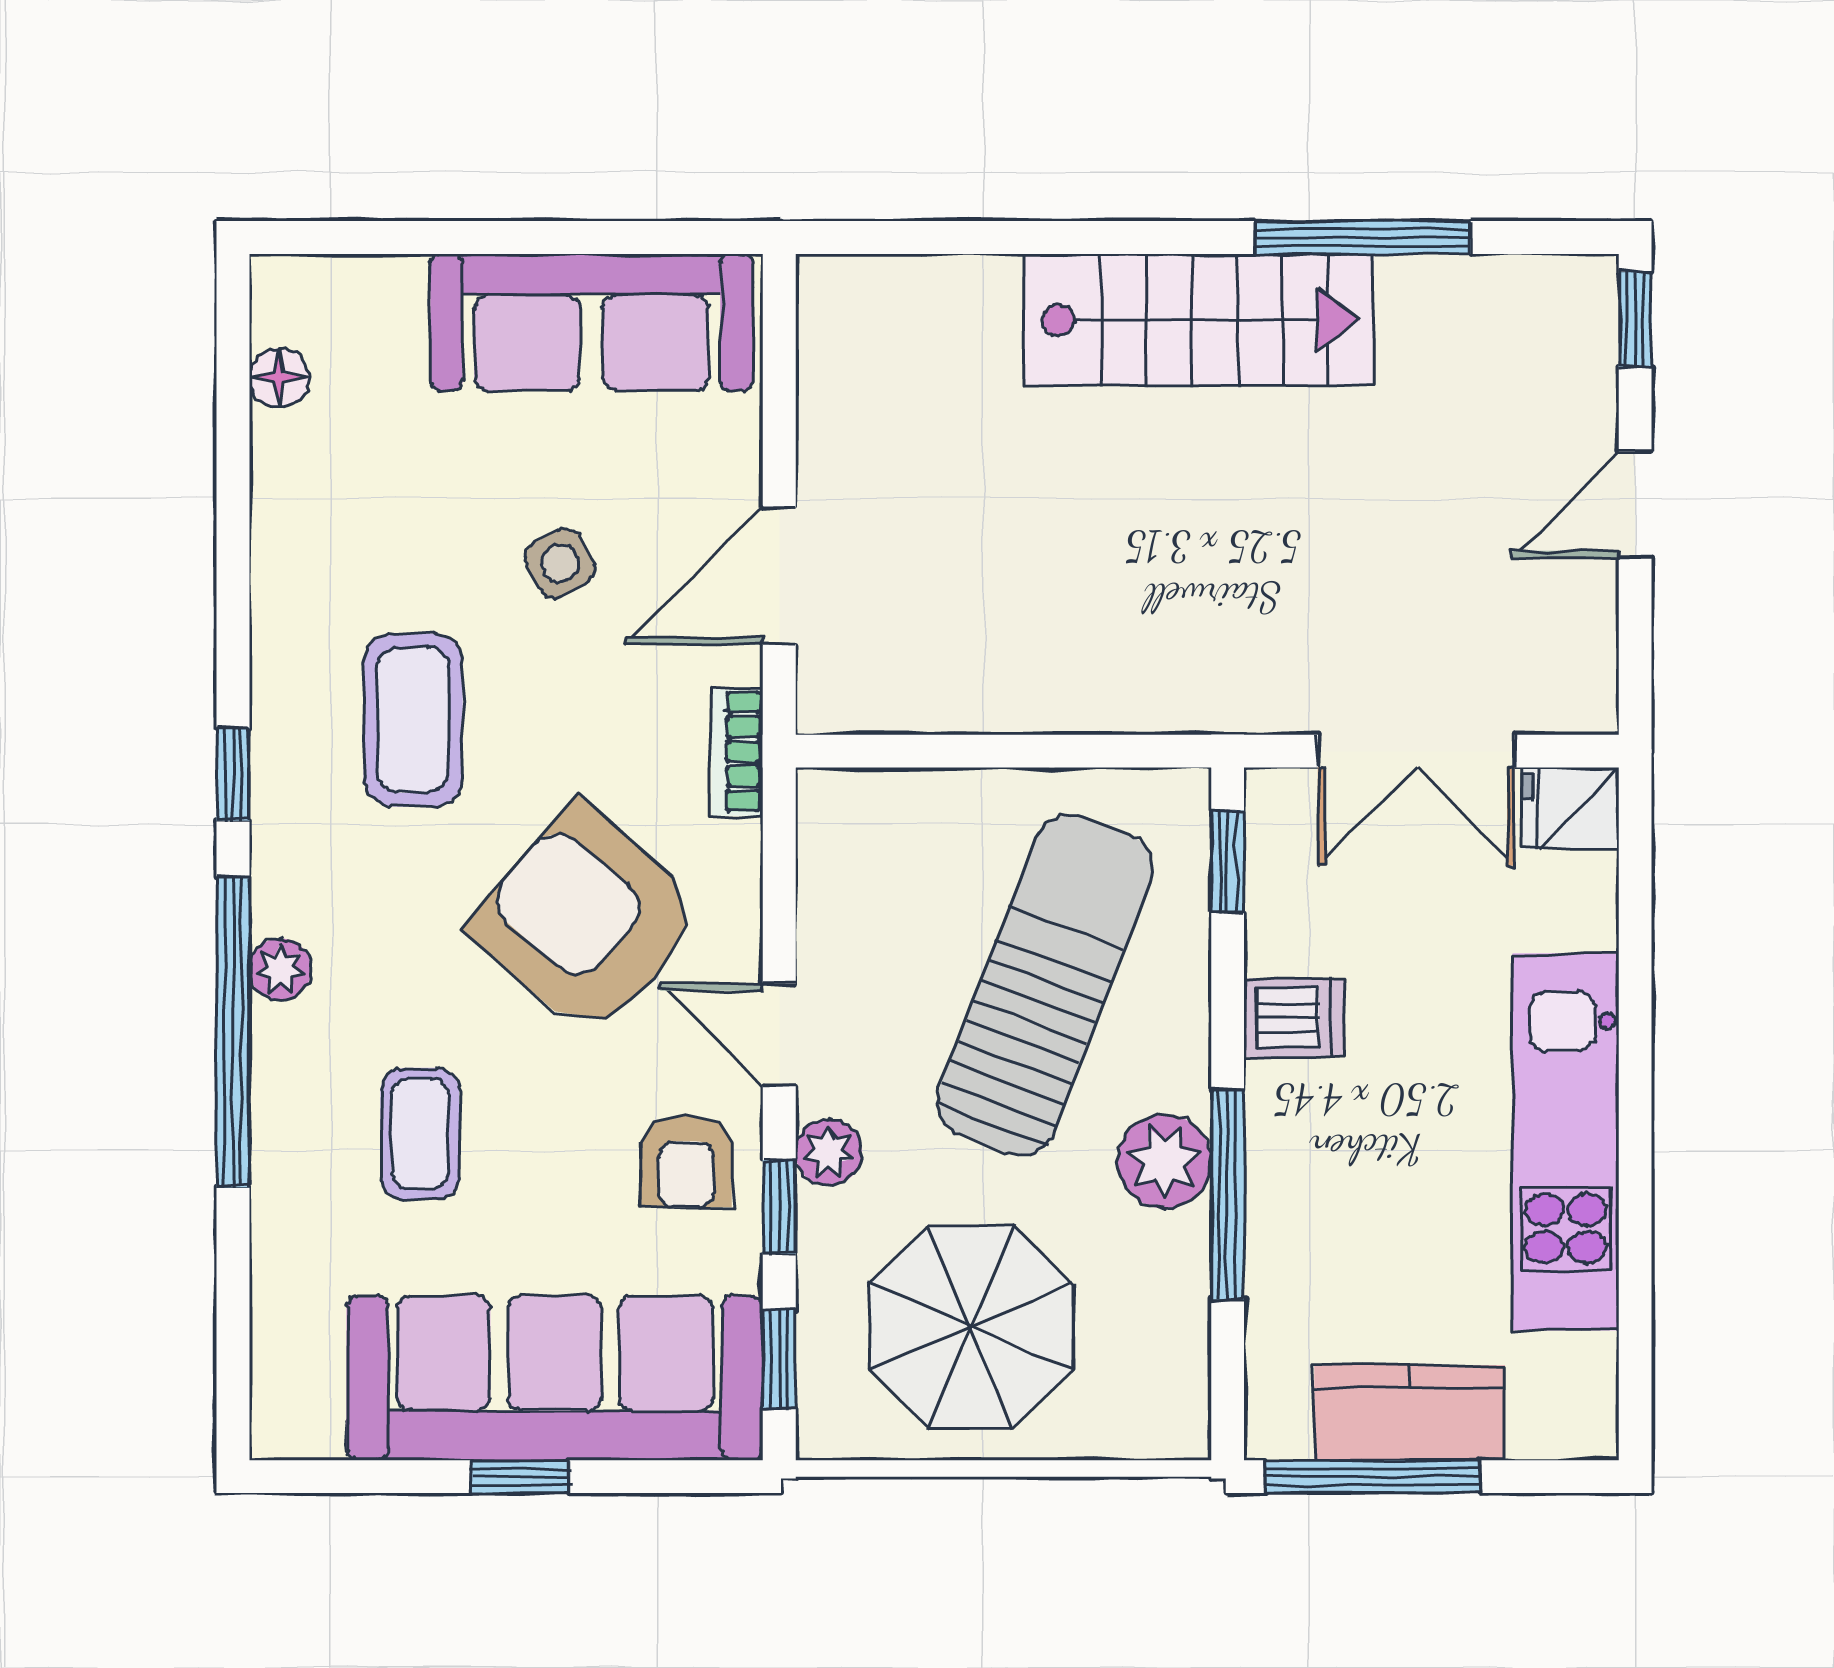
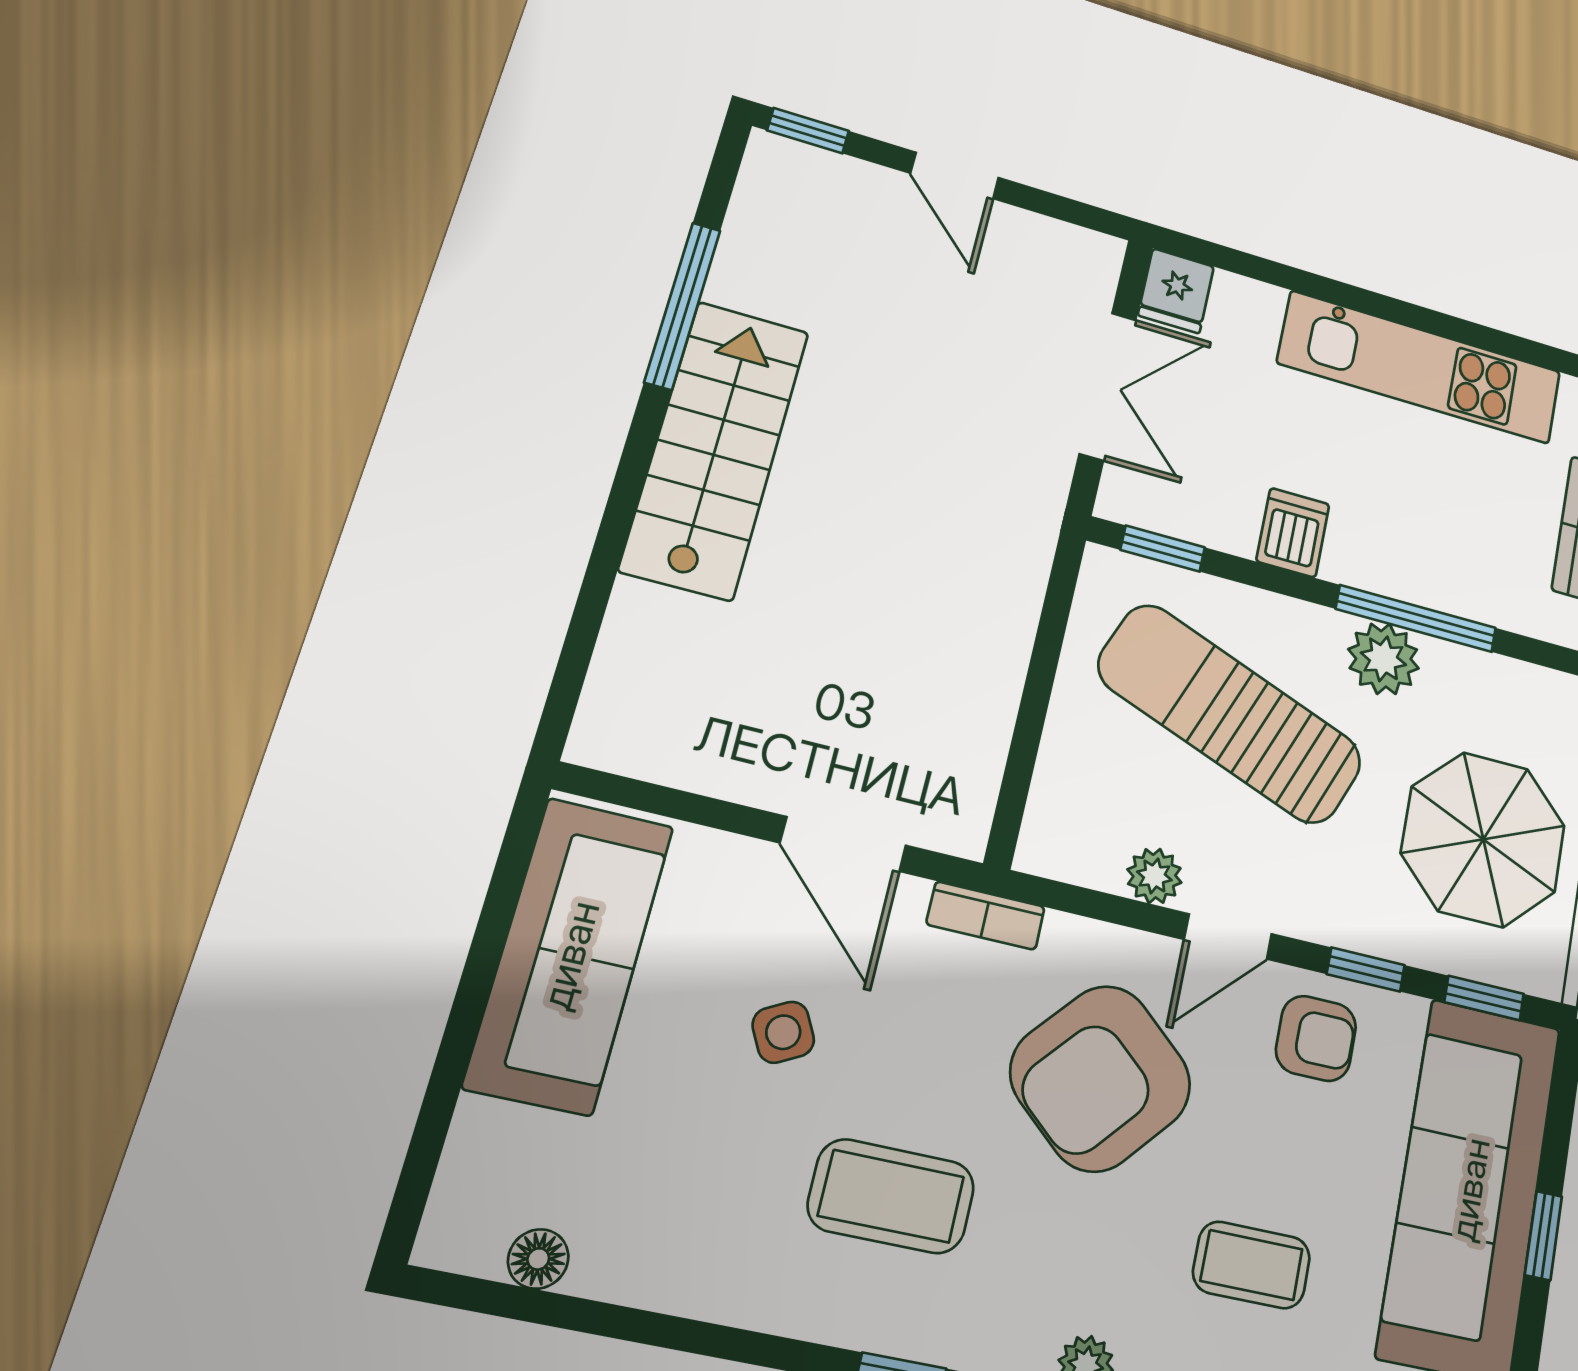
plant: (829, 1152) -> (1154, 876), moved

